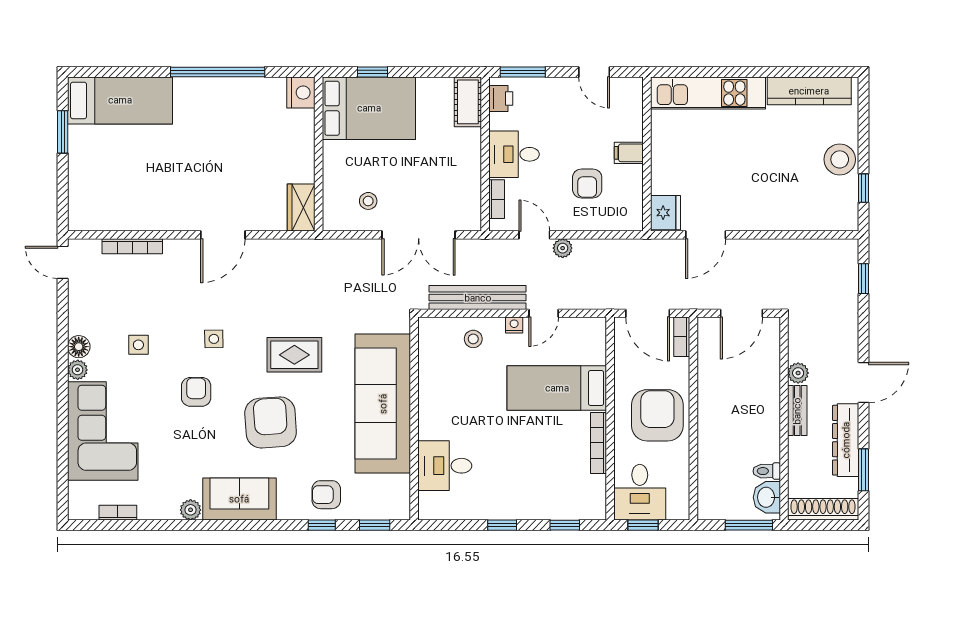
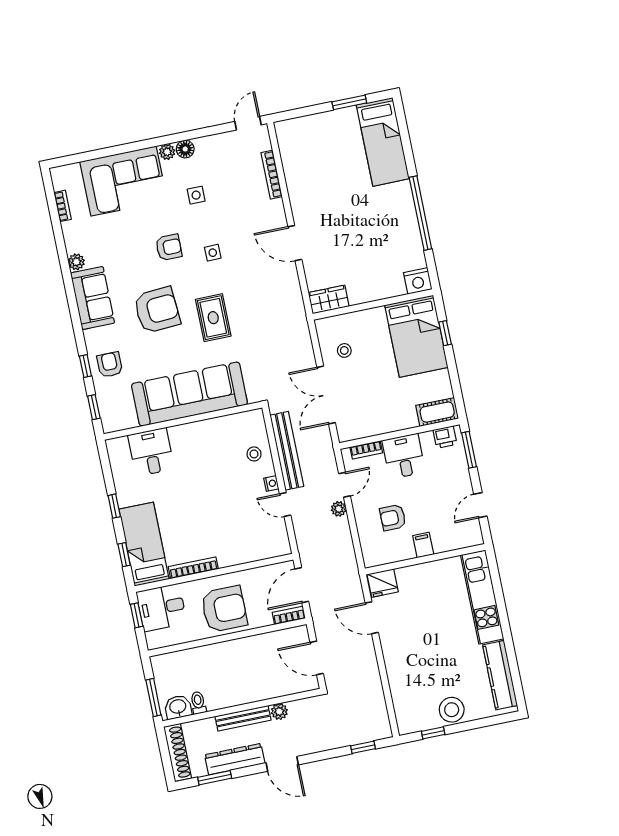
bed: (557, 388) -> (144, 544), moved
bench: (797, 411) -> (243, 718), width x1.36

